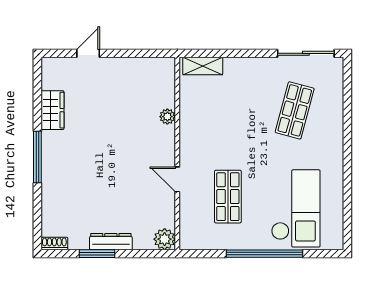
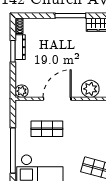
plant: (167, 117) -> (90, 89), width x1.87, depth x1.87
door: (177, 179) -> (57, 99), width x1.88
dresser: (111, 242) -> (20, 47), moved

